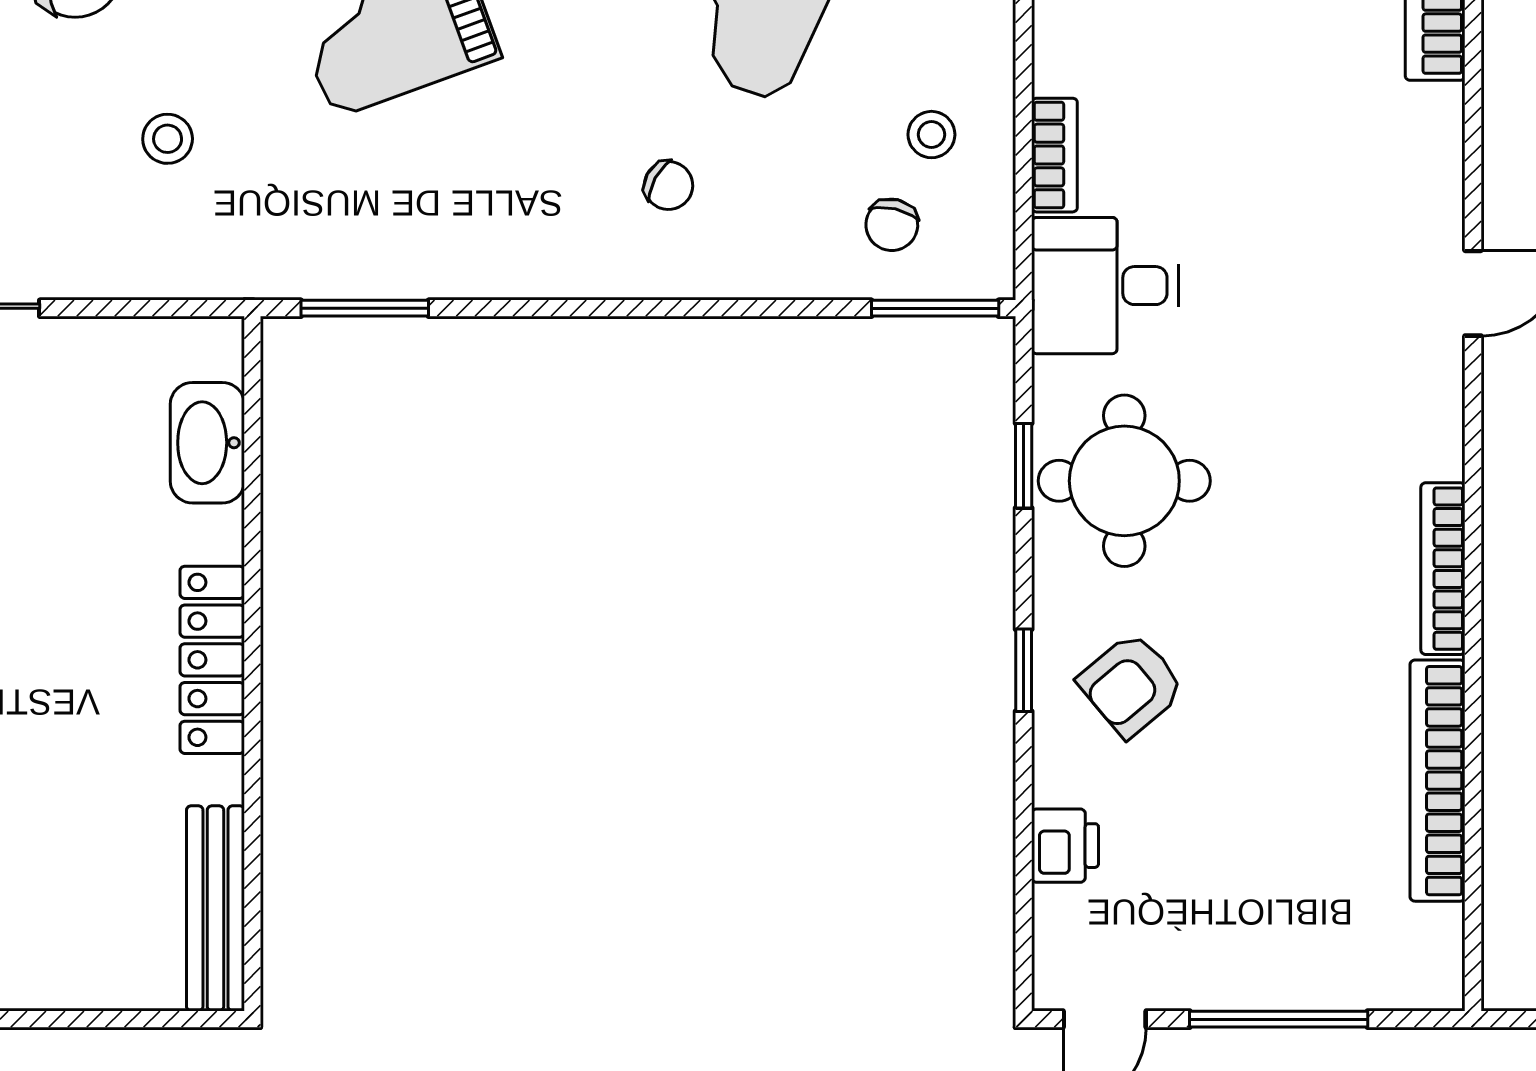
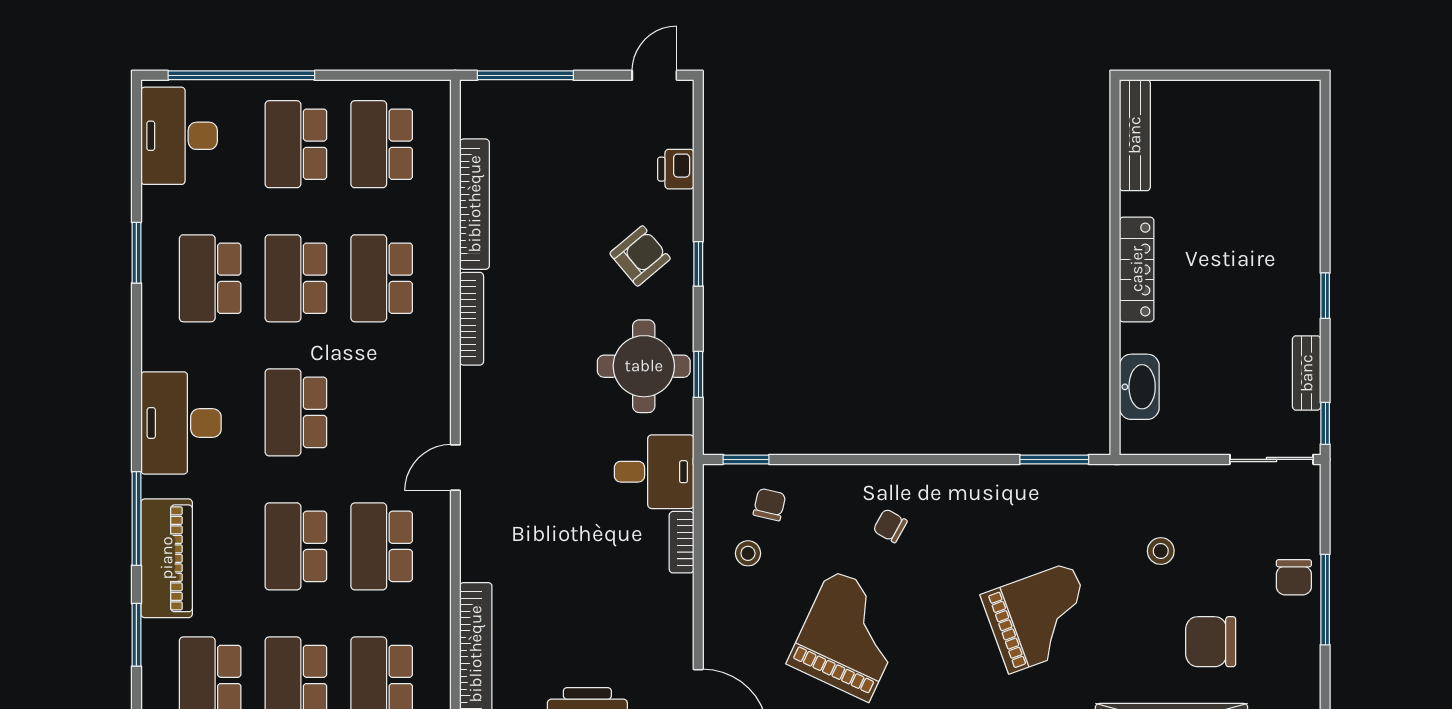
window: (935, 308) -> (746, 459), width x0.67
window: (1279, 1019) -> (525, 75), moved

